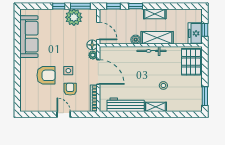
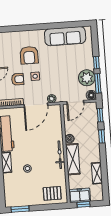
shelving: (155, 14) -> (97, 173), moved
floor lamp: (92, 45) -> (91, 95), moved
pallet: (191, 62) -> (52, 193), width x0.67, depth x0.71

